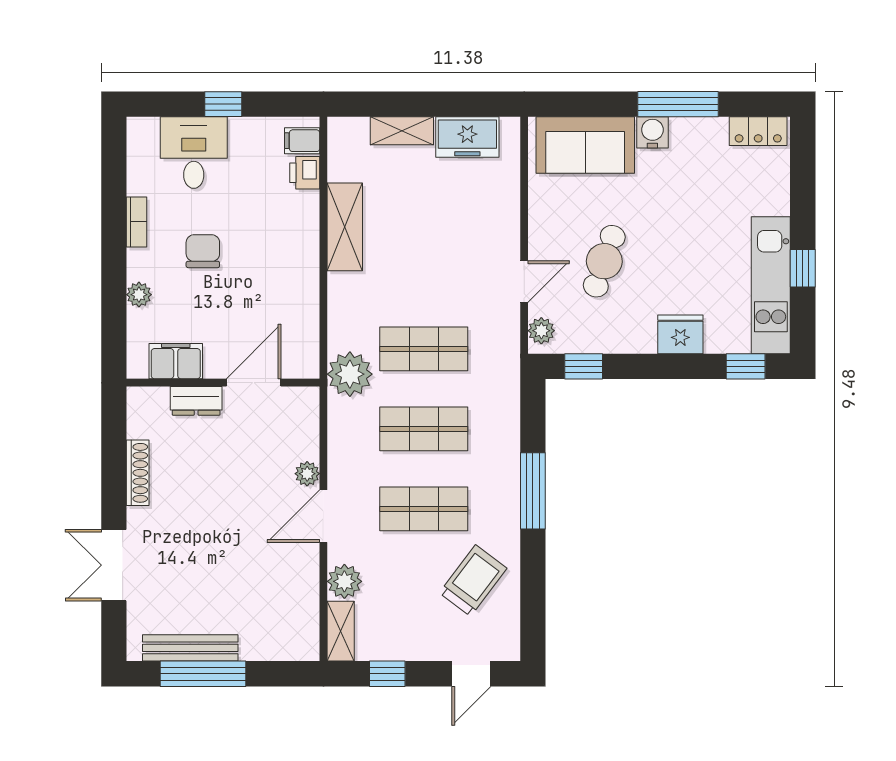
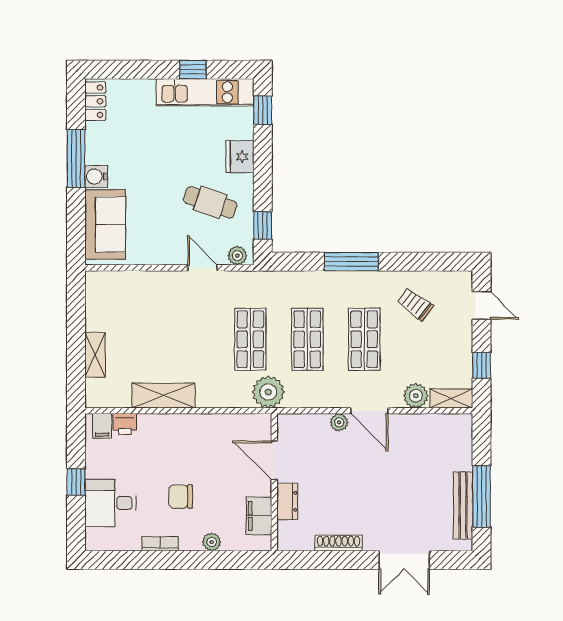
freezer: (467, 137) -> (99, 308), removed
cafe table: (604, 261) -> (210, 202), moved
trolley: (473, 581) -> (415, 304), width x0.73, depth x0.72

